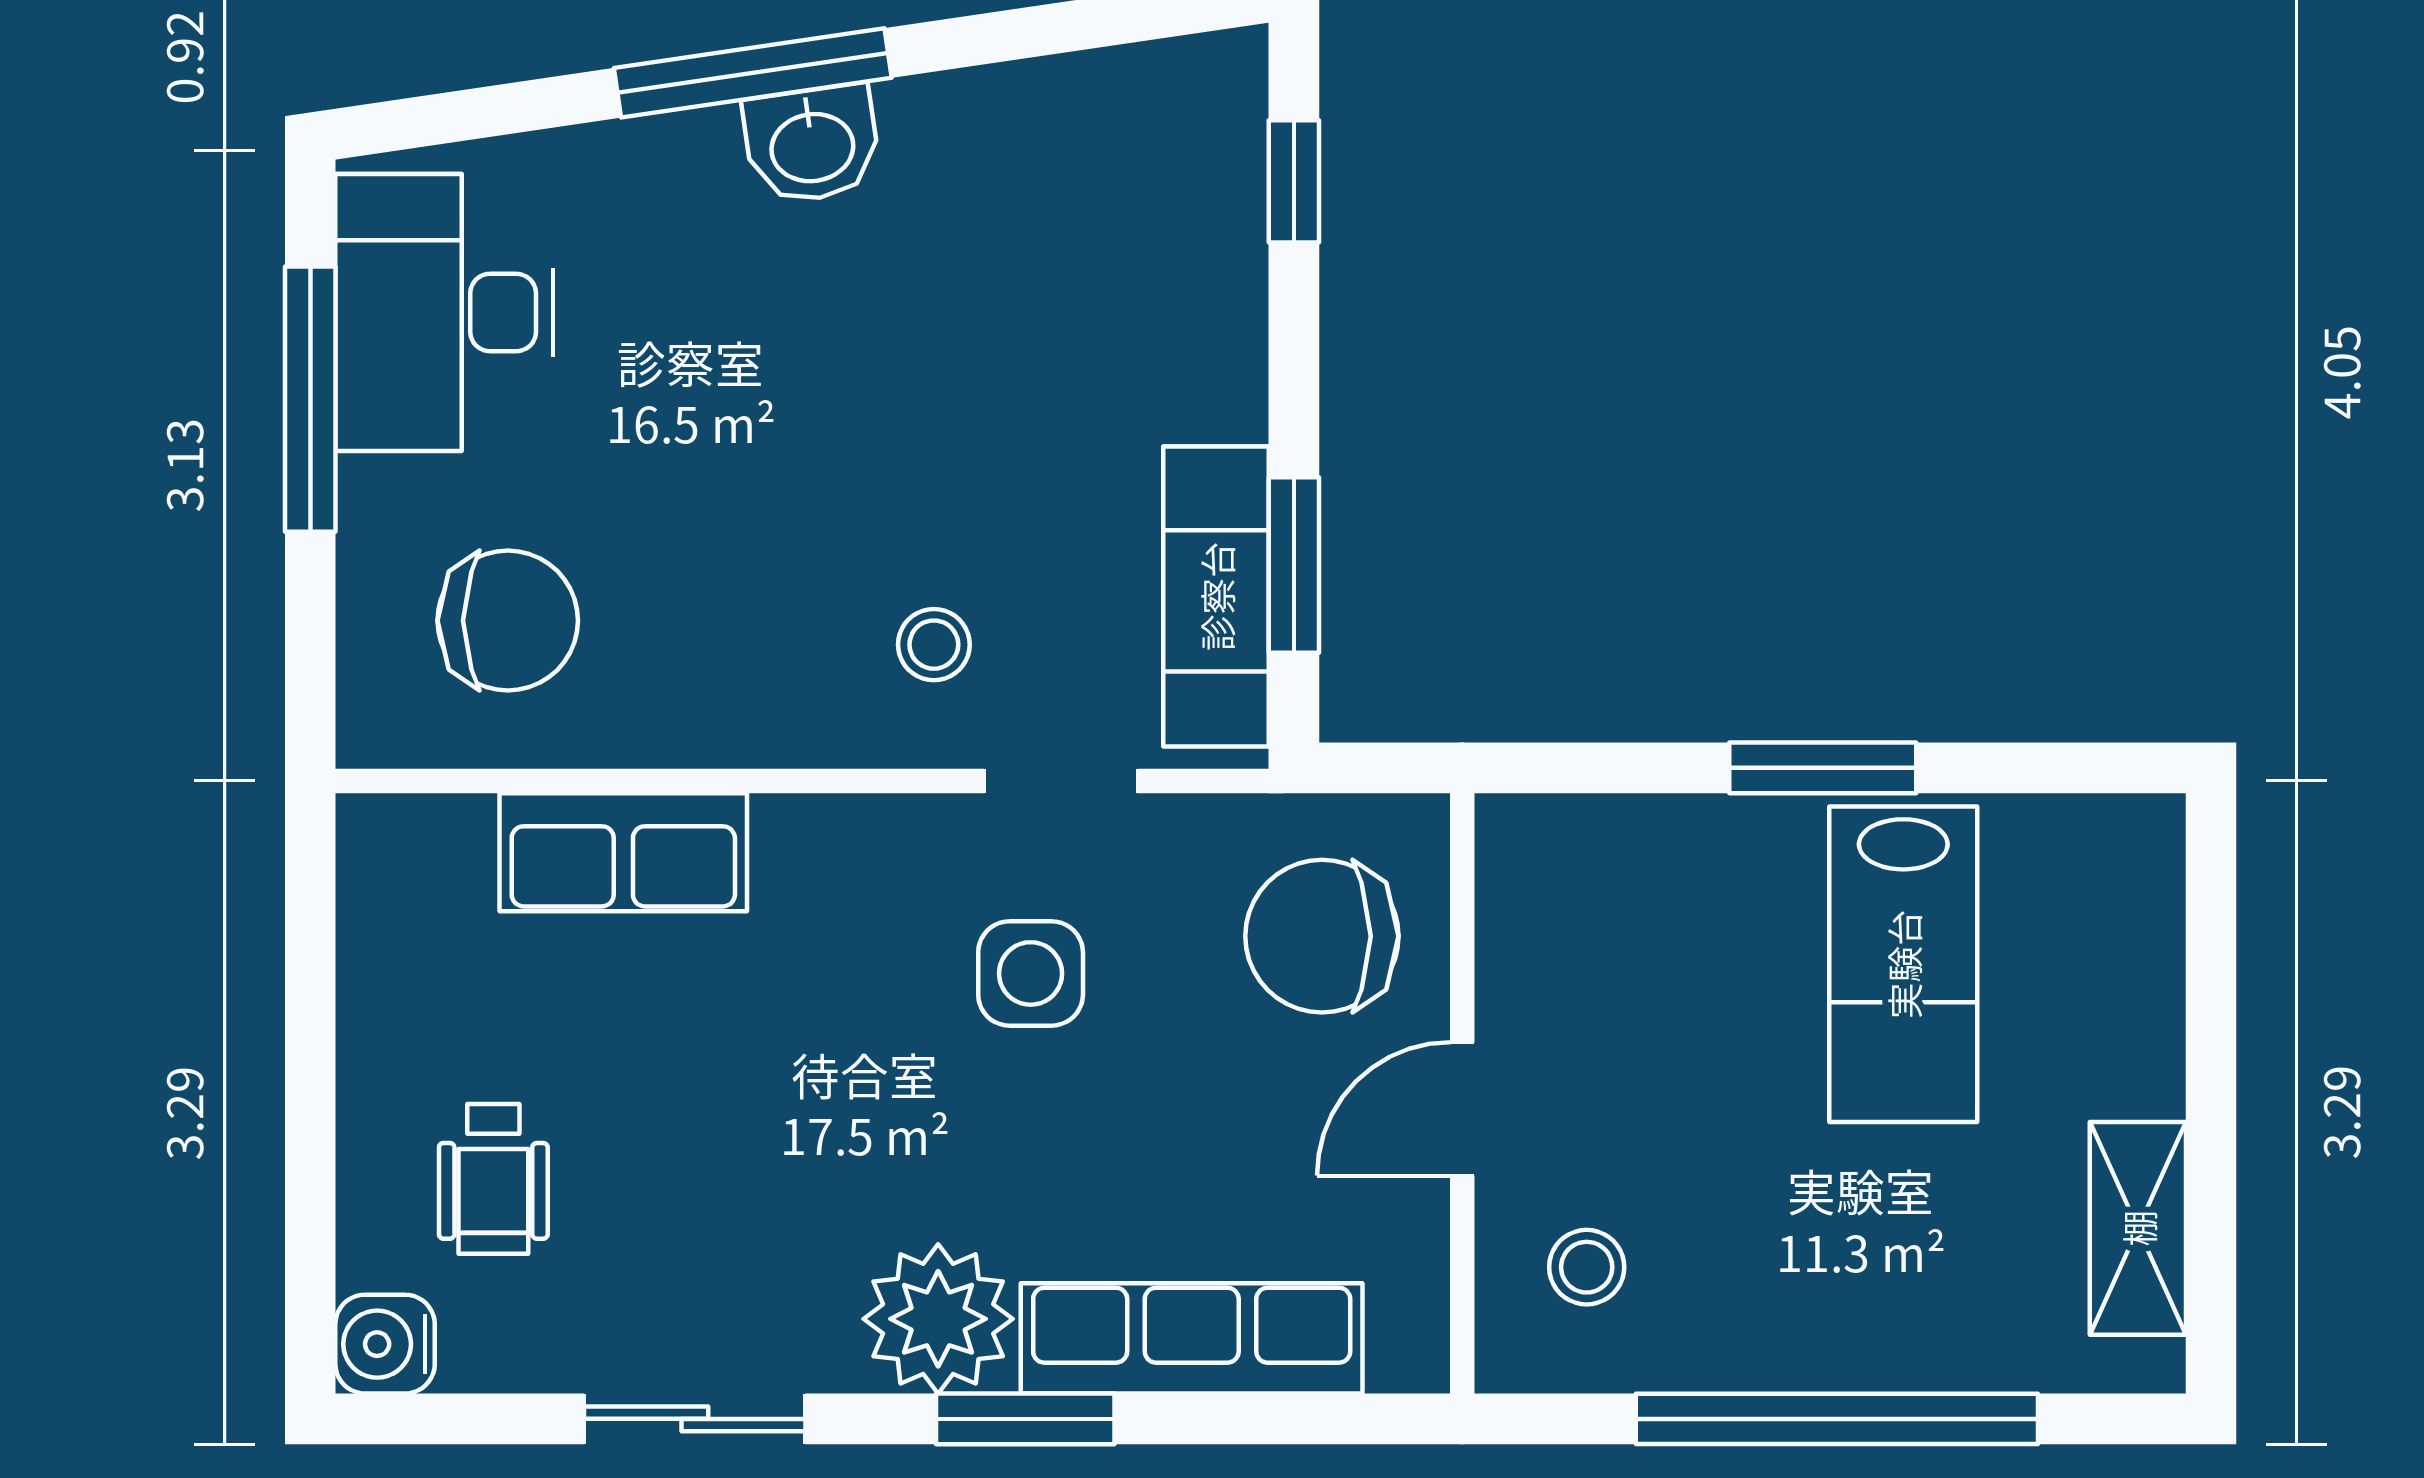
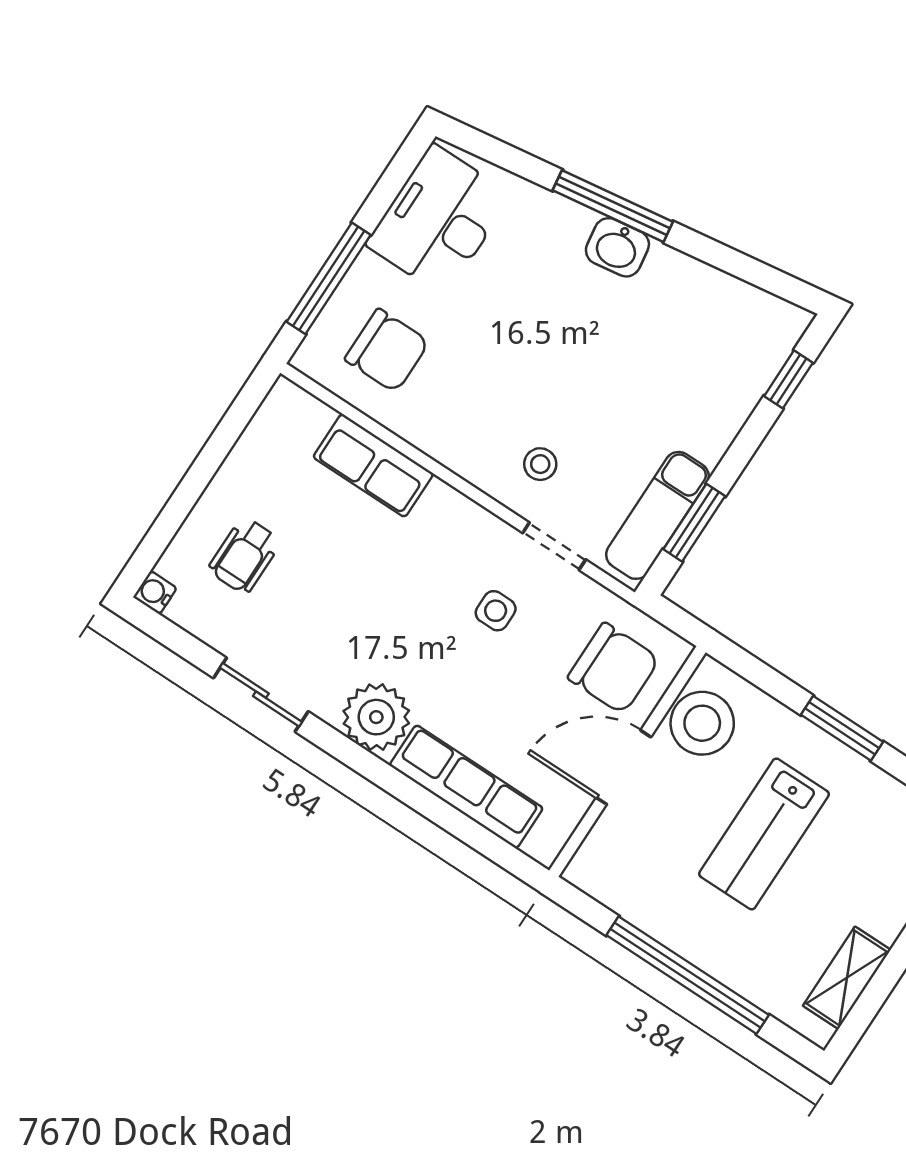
window: (310, 399) -> (329, 278), moved
chair: (1322, 936) -> (614, 668), turned 180
lab bench: (1903, 964) -> (764, 834), moved
side table: (1031, 973) -> (496, 611), width x0.73, depth x0.73
door: (1462, 1109) -> (624, 767), width x1.38
stool: (1587, 1267) -> (702, 723), moved, width x1.89, depth x1.89
water cooler: (385, 1344) -> (155, 593), width x0.72, depth x0.72
window: (1025, 1419) -> (384, 776), removed

